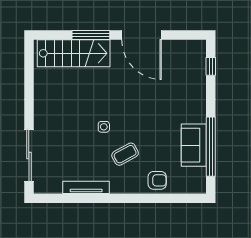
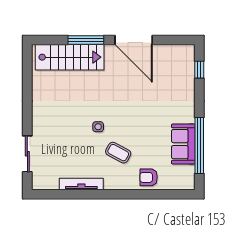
coffee table: (125, 154) -> (118, 153), turned 57
sliding door: (29, 155) -> (27, 154), width x0.73
armchair: (157, 180) -> (149, 177), turned 180

